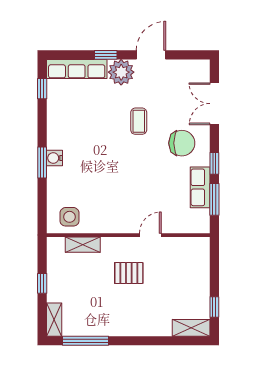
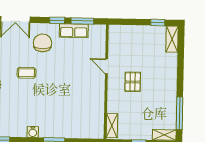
water cooler: (54, 158) -> (33, 132), moved
side table: (69, 217) -> (92, 123), removed
shelving: (83, 245) -> (112, 126), moved

